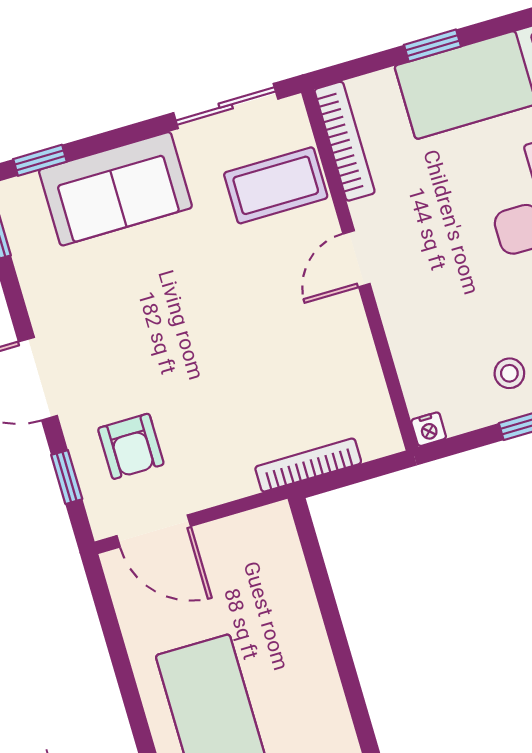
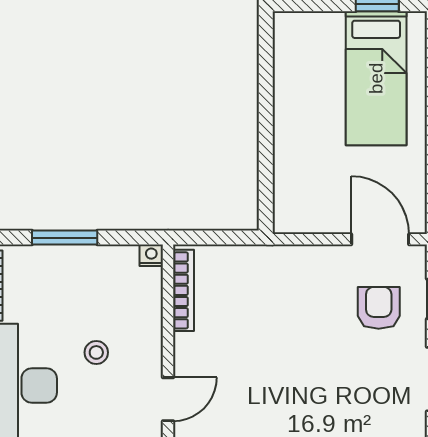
stool: (509, 373) -> (96, 352), moved
bookcase: (308, 465) -> (184, 290), moved, turned -90

